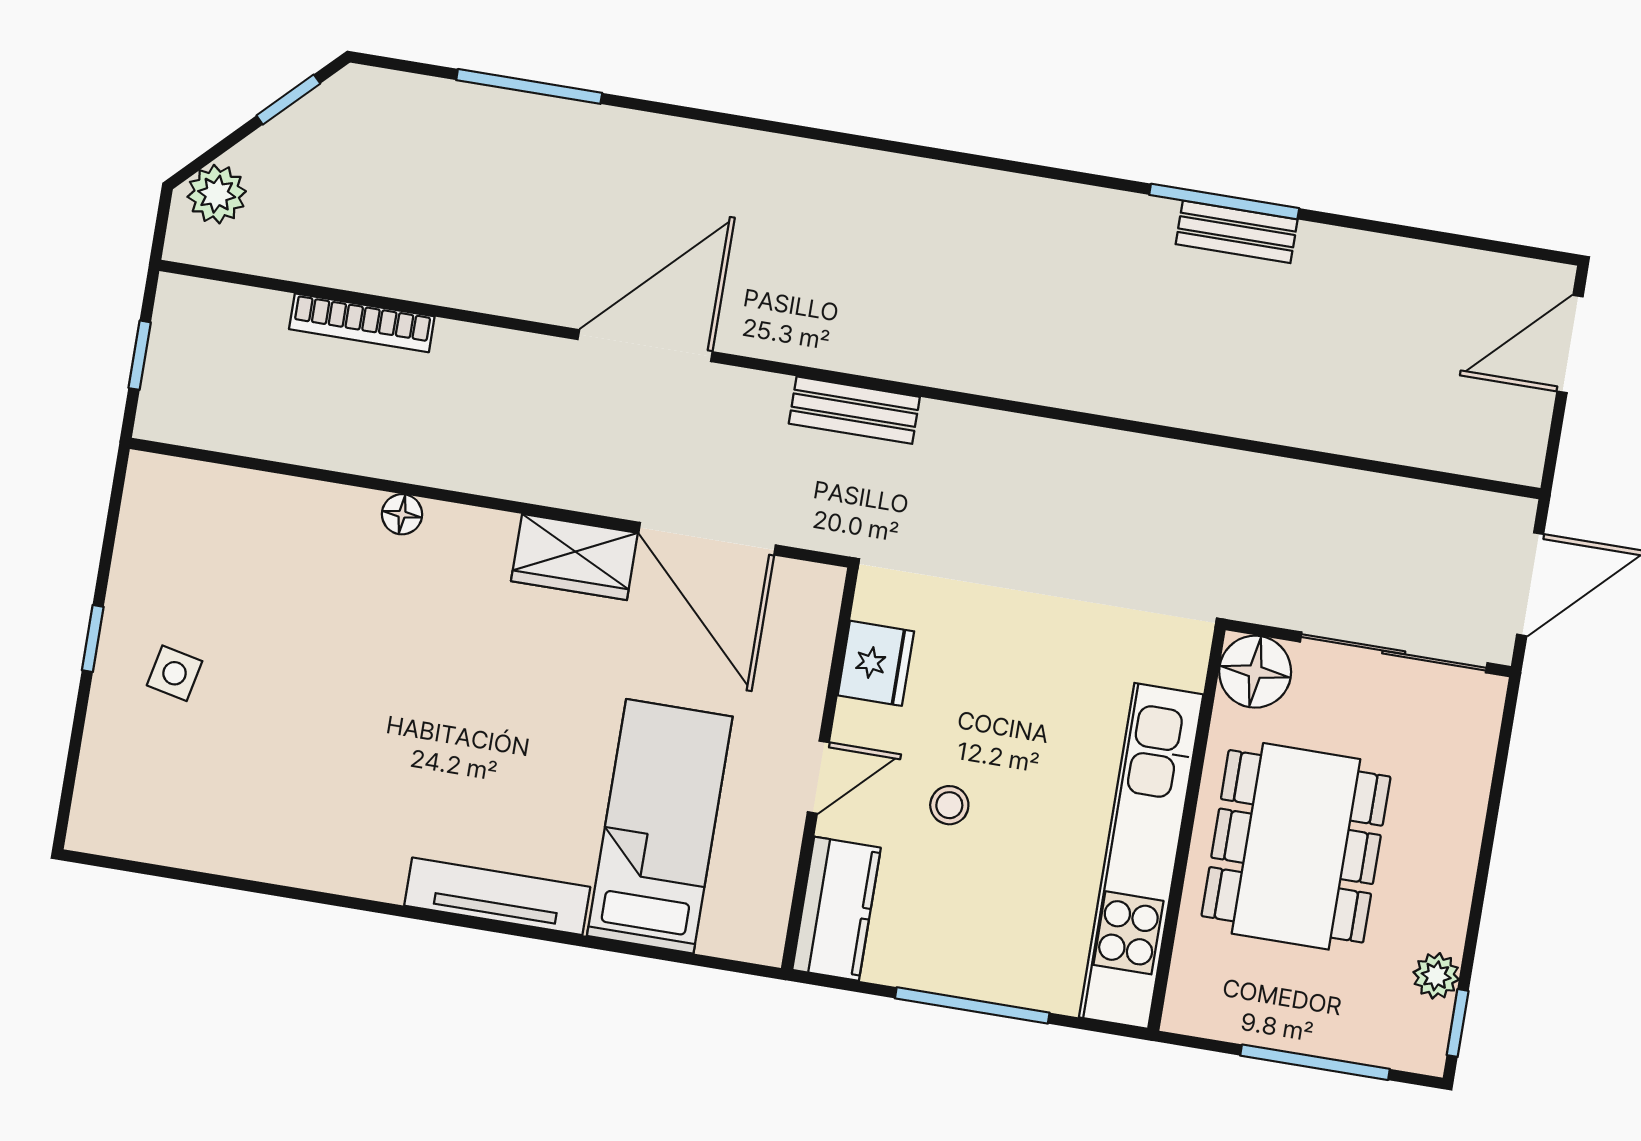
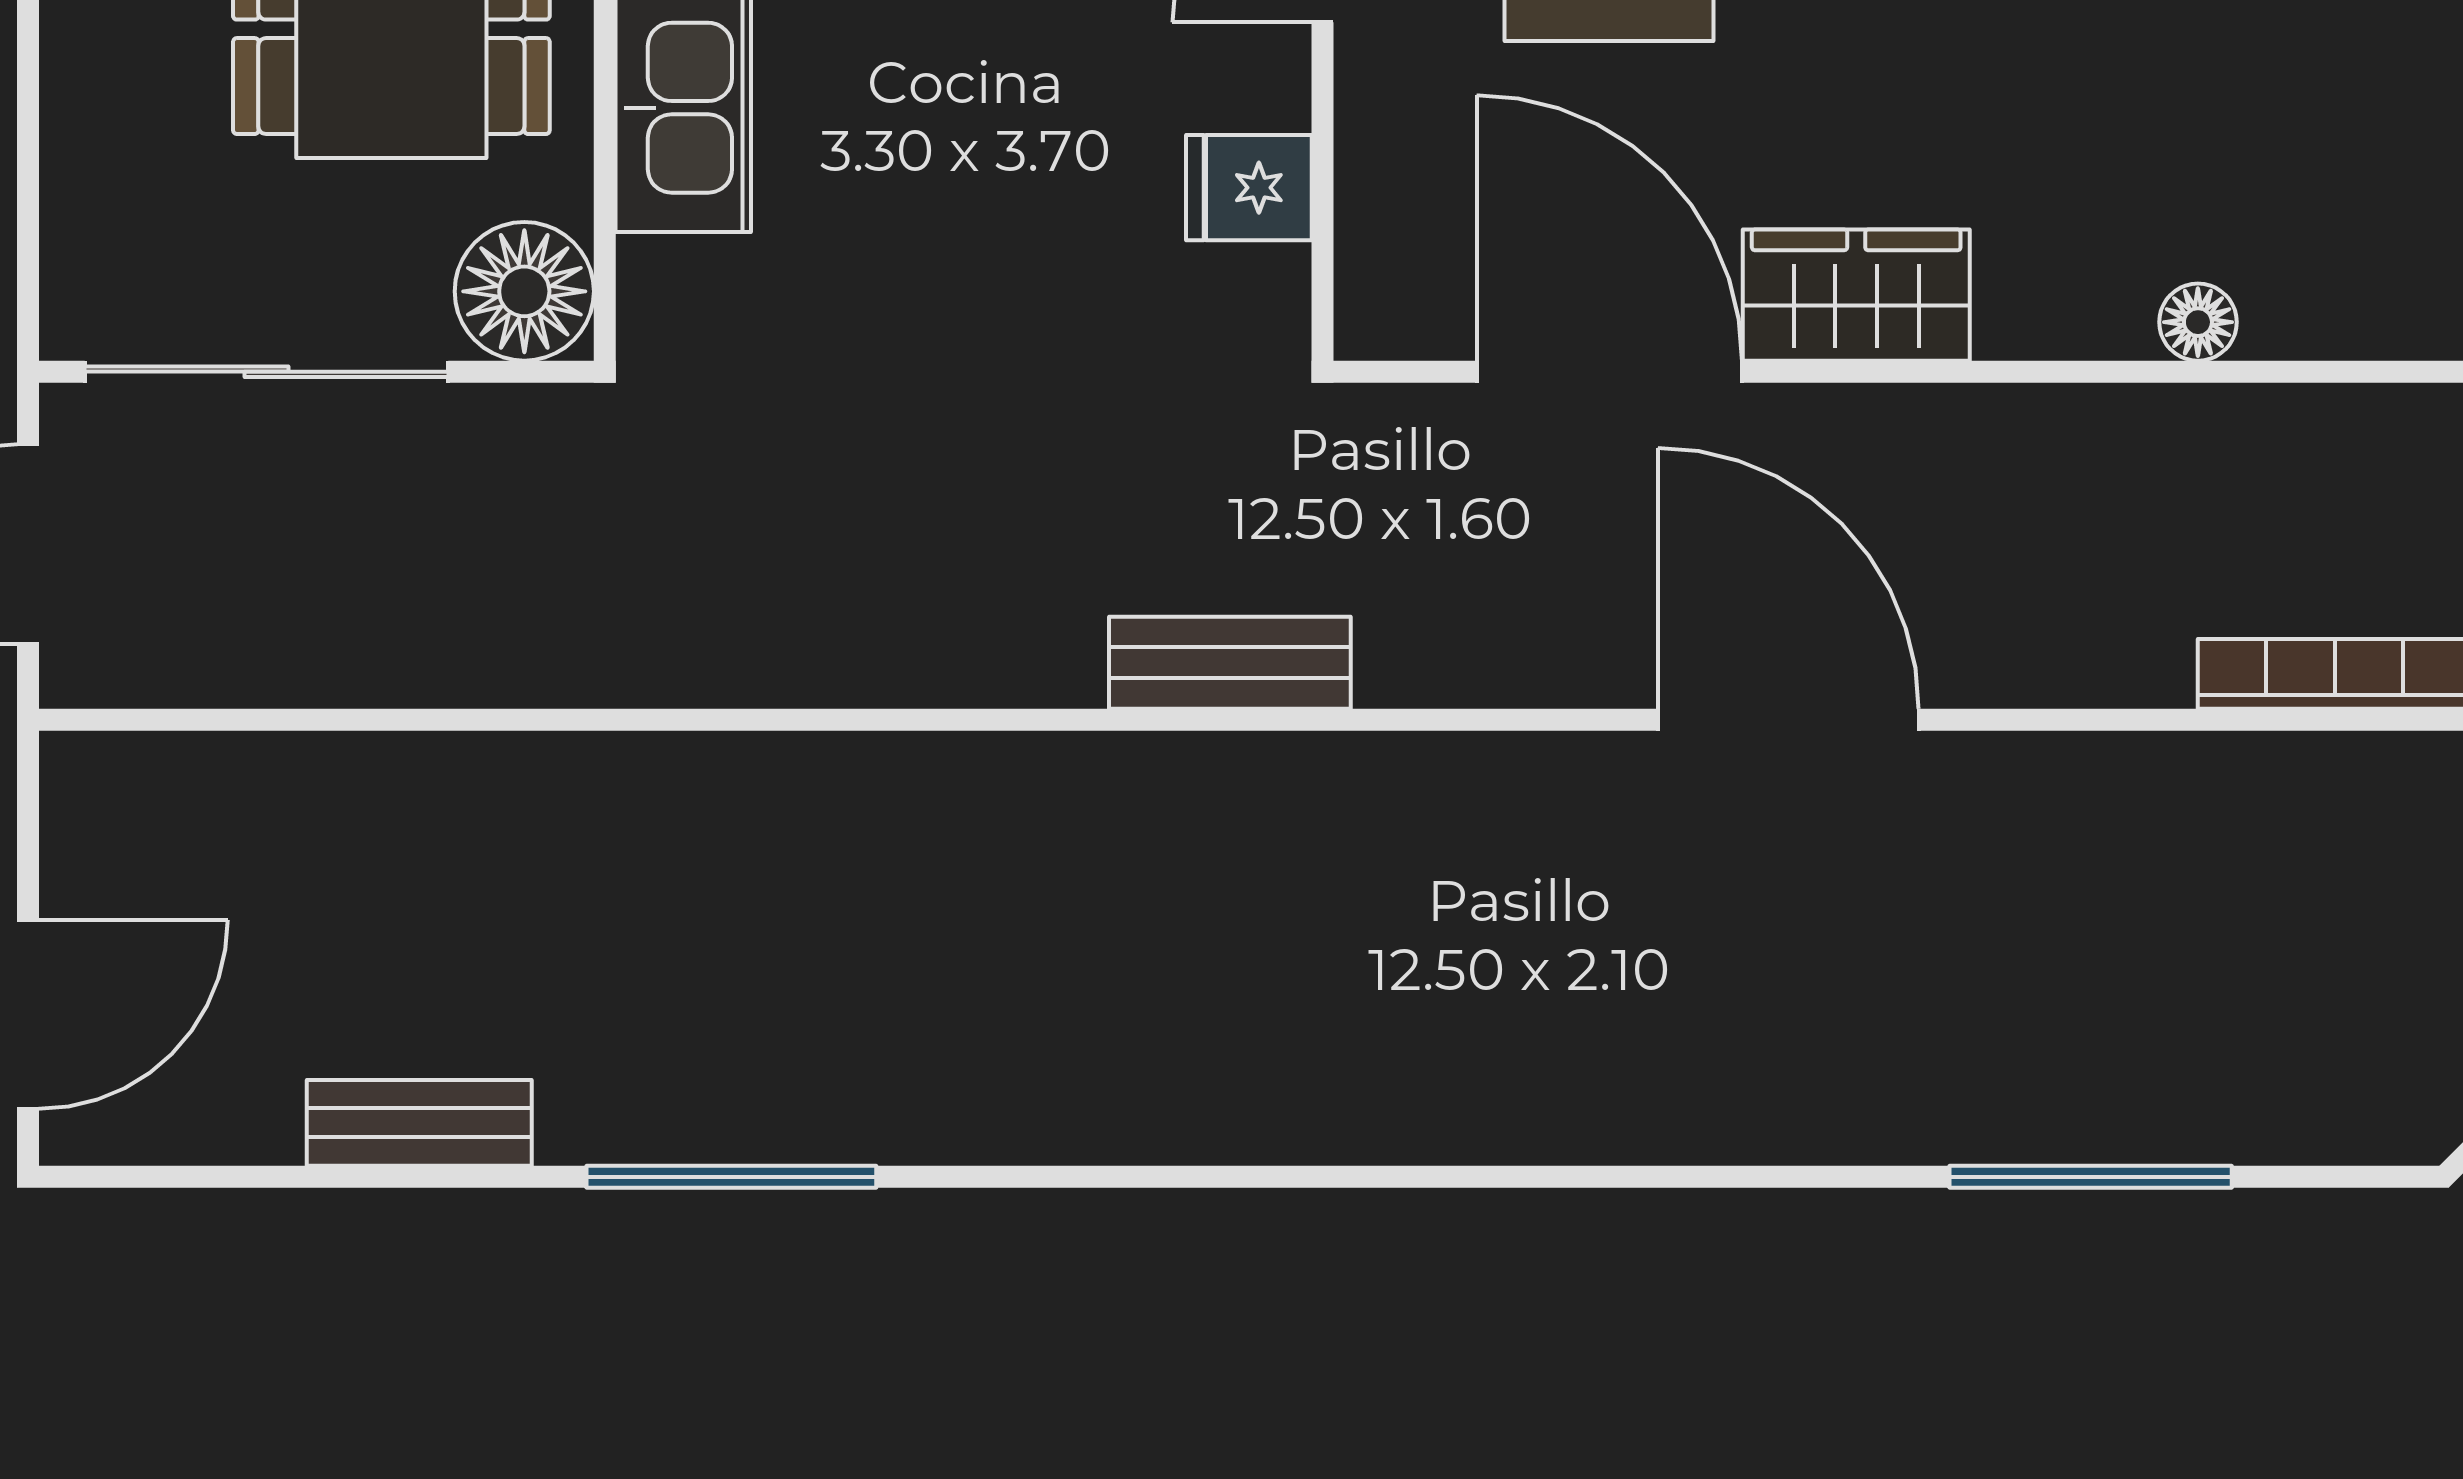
bench: (1237, 232) -> (419, 1123), moved
door: (645, 346) -> (1788, 720), swing flipped
bench: (854, 410) -> (1230, 663), moved
fridge: (876, 663) -> (1249, 188), width x0.72

